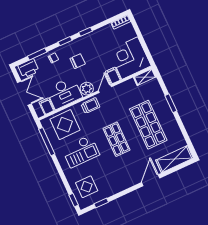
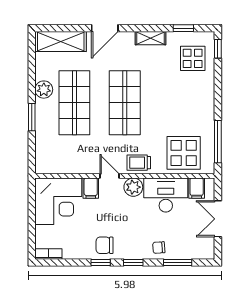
chair: (78, 61) -> (105, 245), moved
printer: (29, 68) -> (197, 249), removed
shelving: (145, 77) -> (151, 38), moved
door: (105, 89) -> (110, 176), swing flipped
plant: (171, 124) -> (44, 90), added
shop shelf: (117, 139) -> (125, 103), width x1.43, depth x1.36
checkout: (81, 151) -> (179, 108), removed

